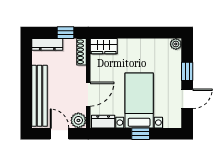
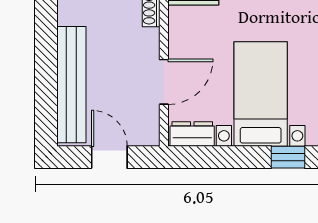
plant: (78, 120) -> (145, 132), removed
window: (141, 134) -> (288, 157), moved

